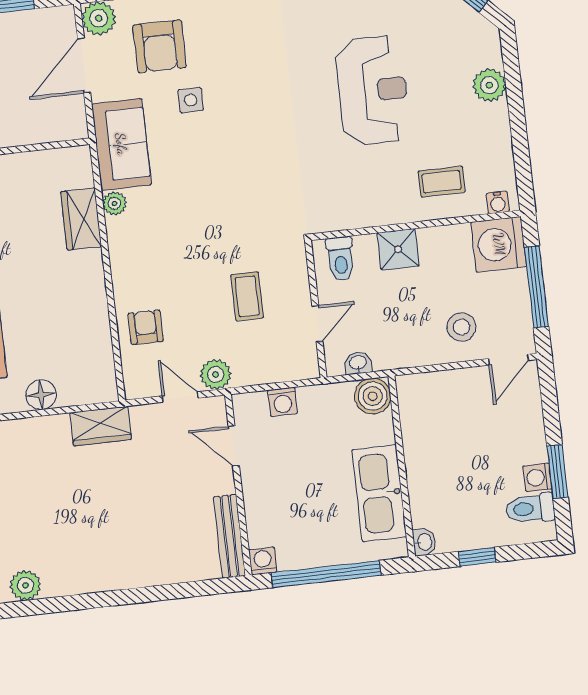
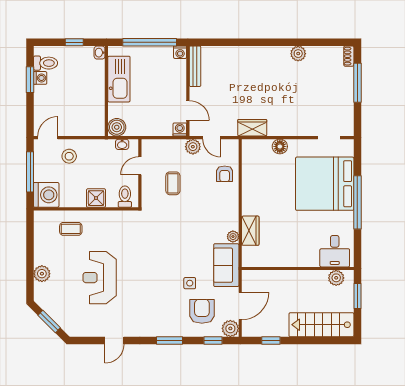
water cooler: (498, 202) -> (44, 215), removed
washing machine: (283, 402) -> (180, 129), moved

